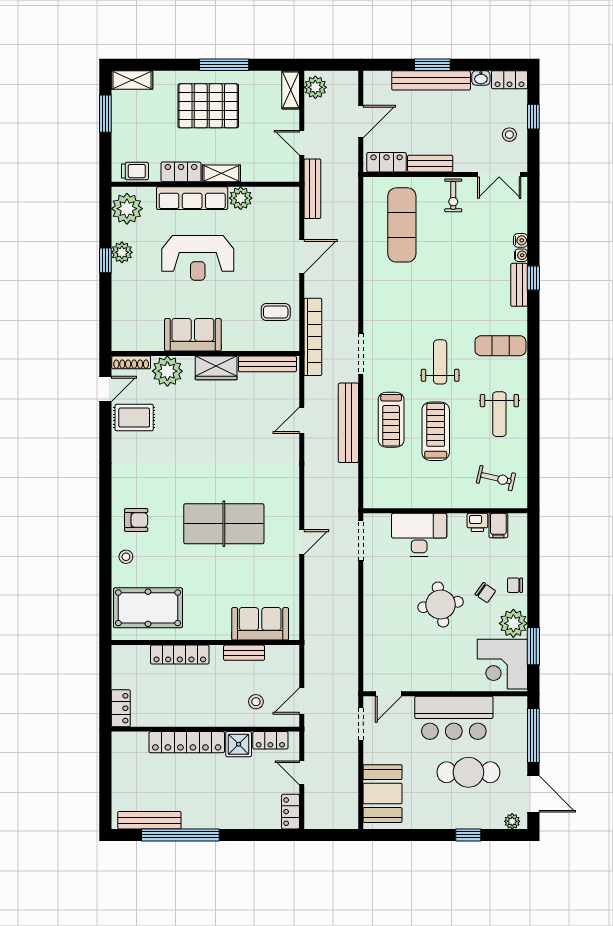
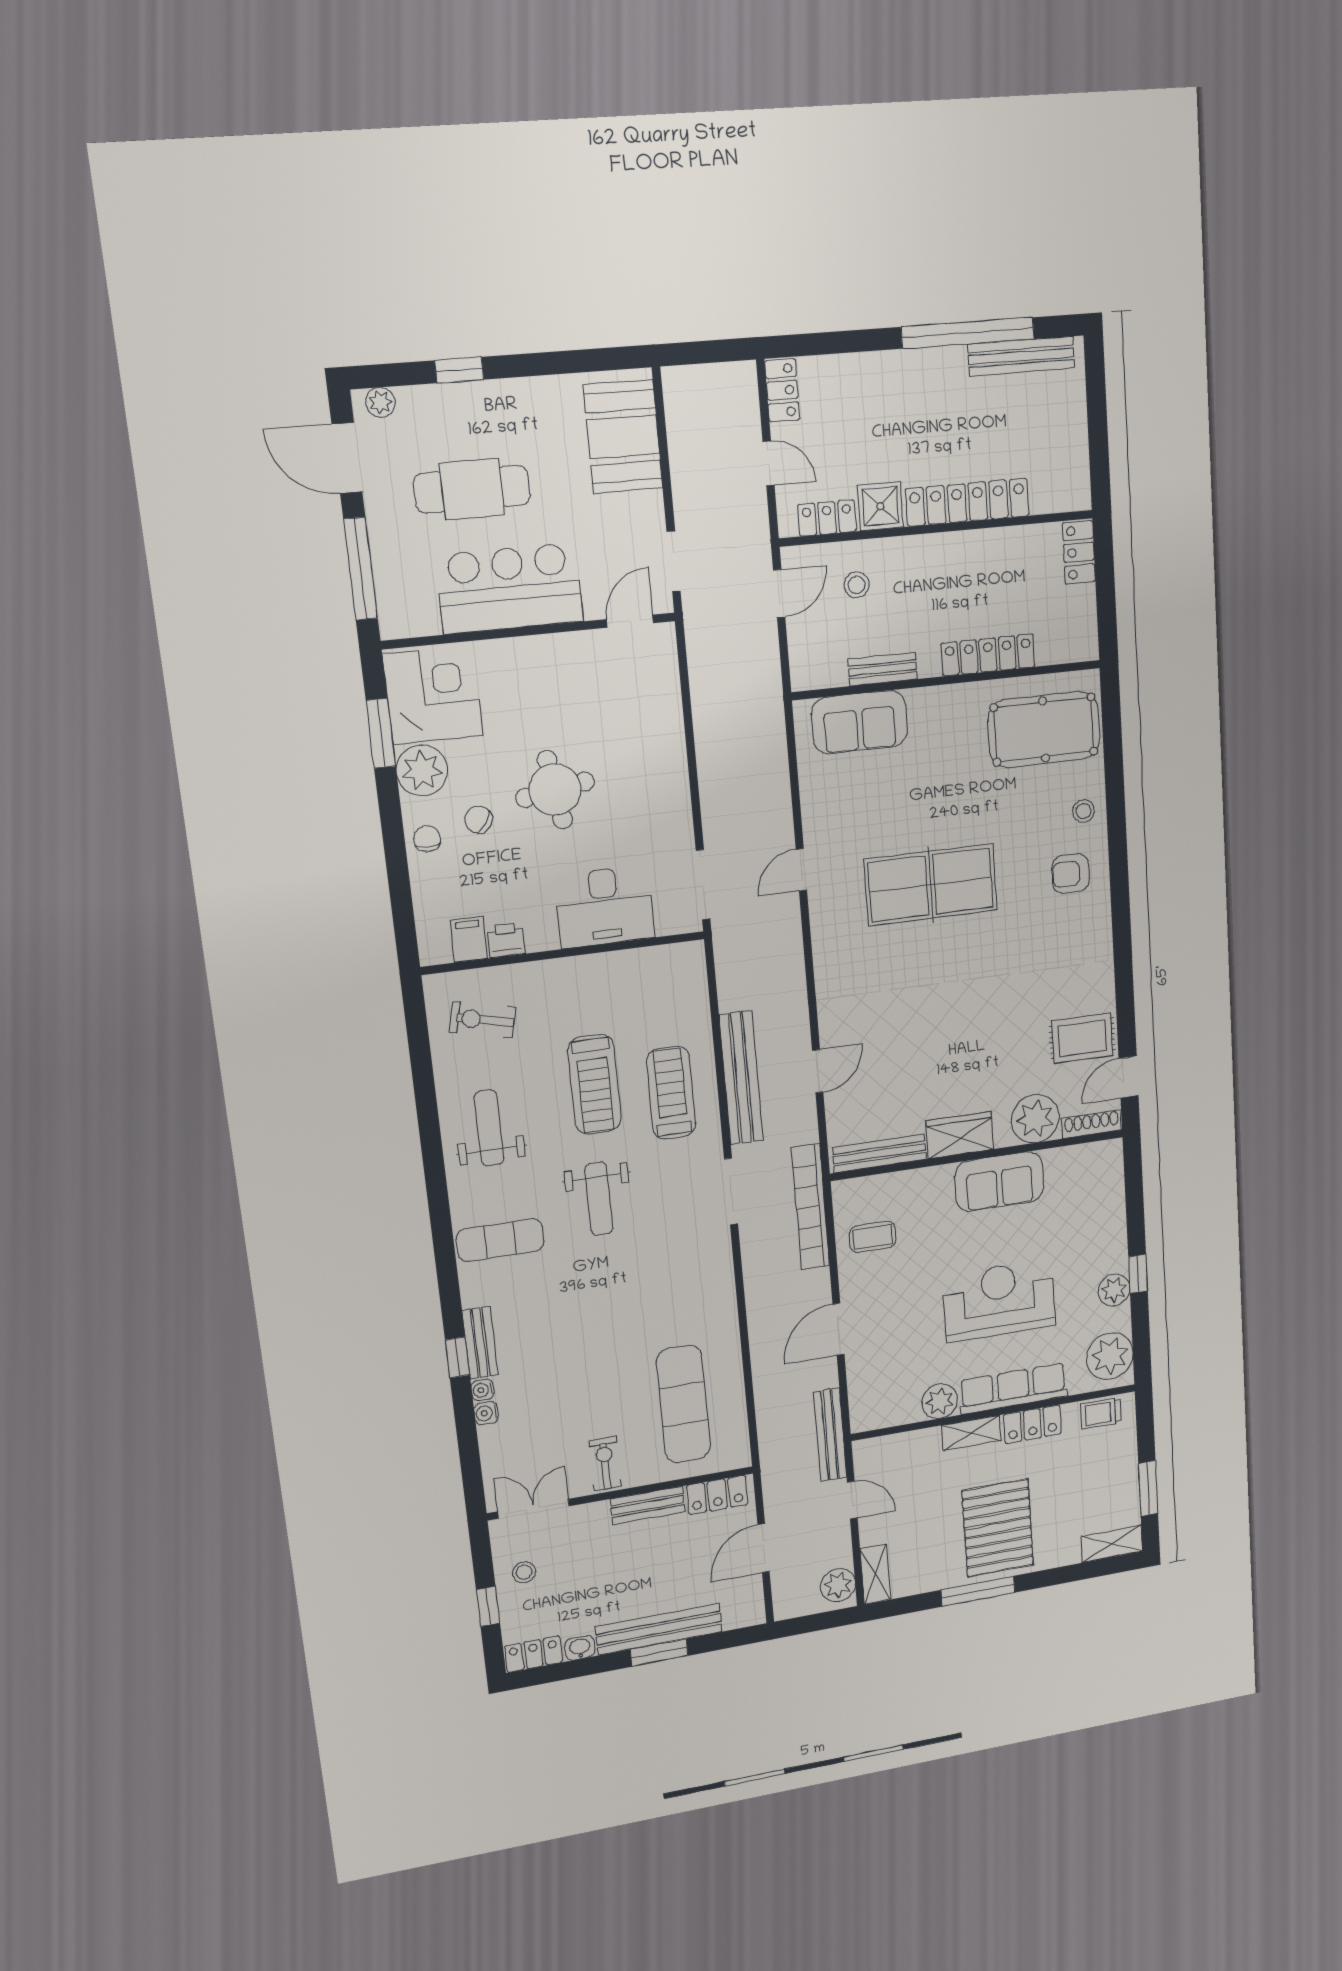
pallet: (208, 106) -> (998, 1528), turned 90
chair: (515, 585) -> (427, 839), turned -90

